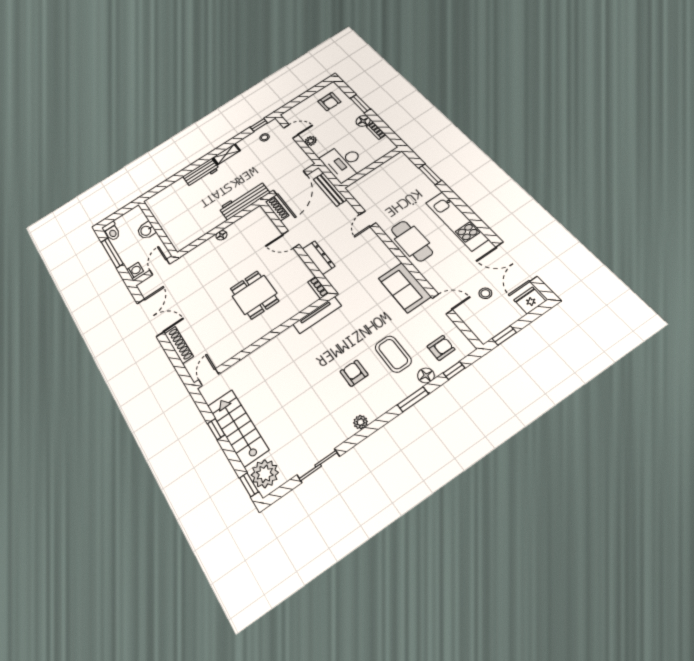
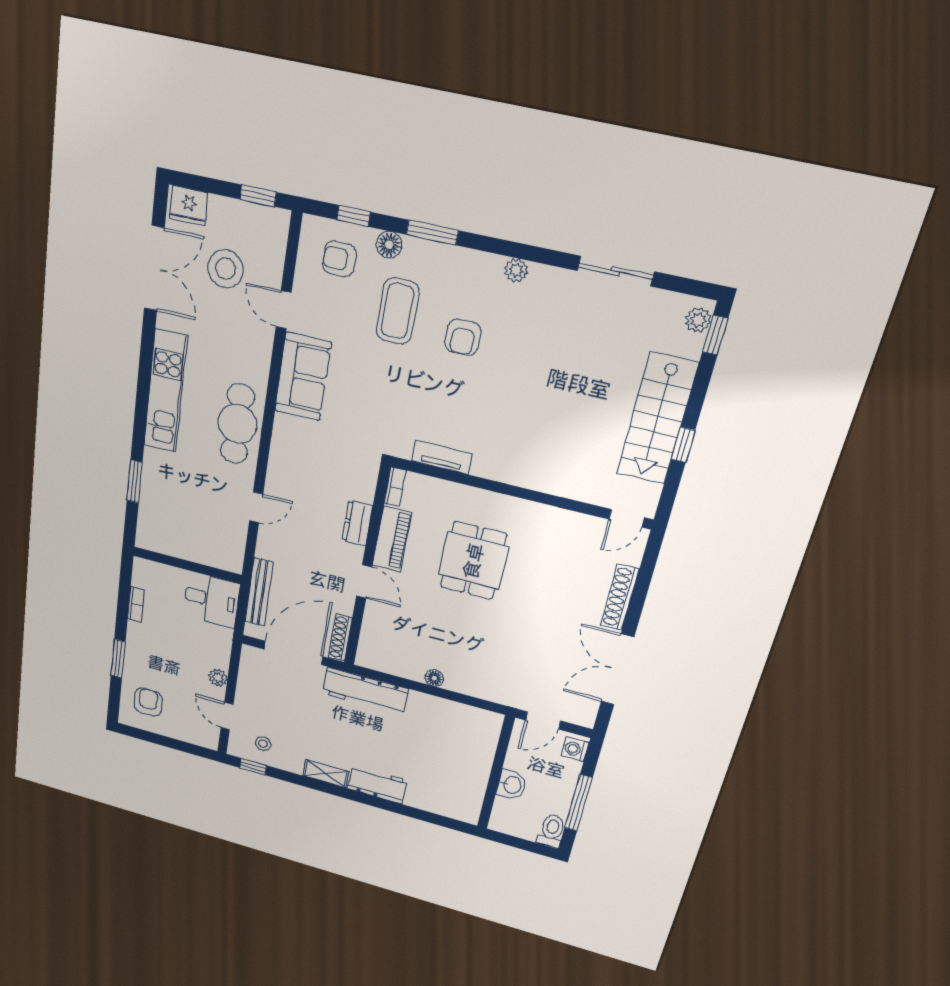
floor lamp: (363, 121) -> (137, 633), removed
desk: (343, 162) -> (212, 600), width x0.73
dresser: (318, 258) -> (357, 523), width x0.70
piano: (297, 267) -> (392, 539), added
stool: (485, 293) -> (226, 269), width x1.89, depth x1.89
tv unit: (317, 315) -> (442, 457), width x0.71
plant: (265, 474) -> (698, 320), width x0.53, depth x0.53

